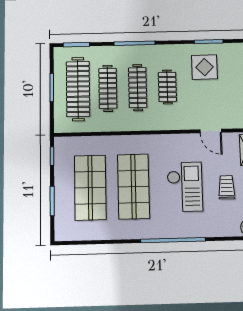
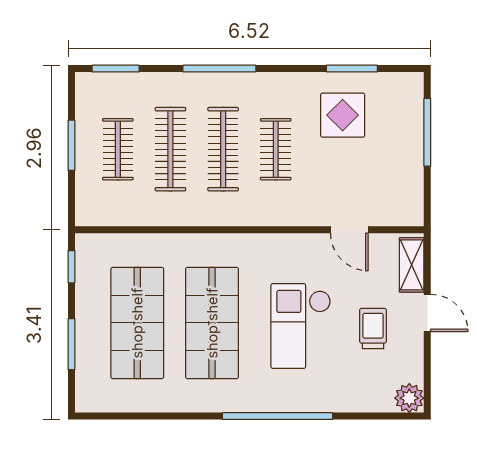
clothes rail: (78, 89) -> (118, 149), width x0.54, depth x0.76
checkout: (185, 187) -> (301, 326), turned 180

